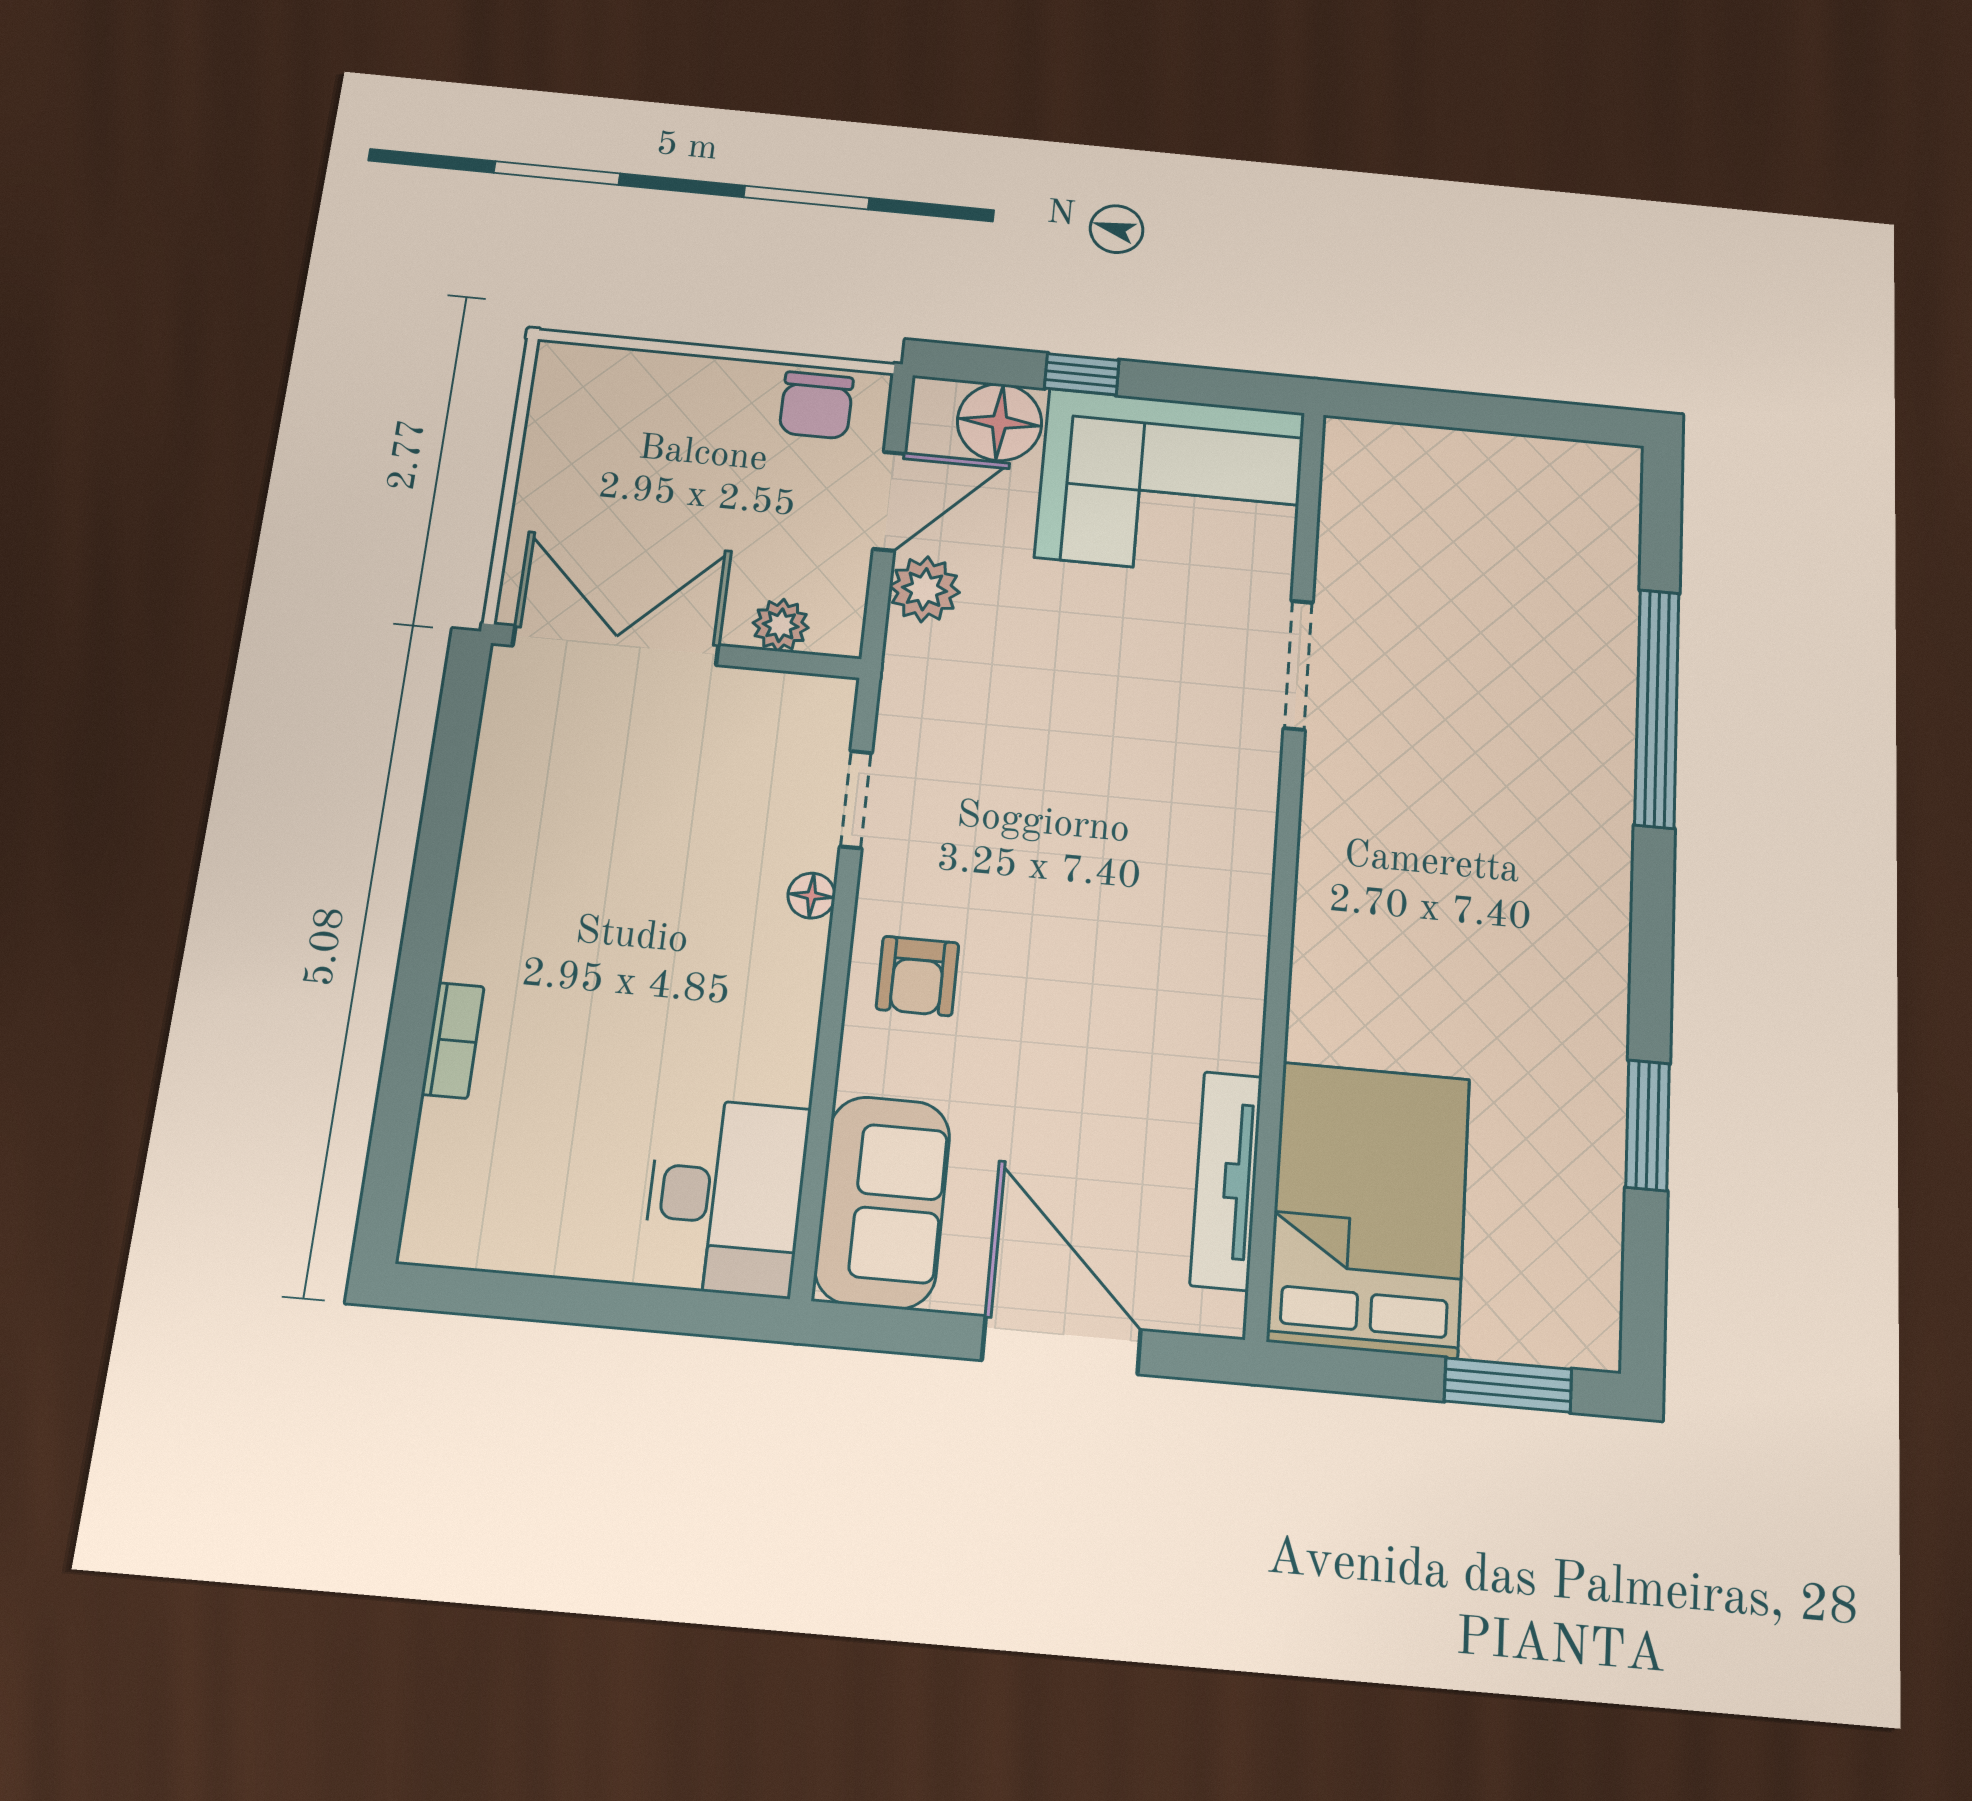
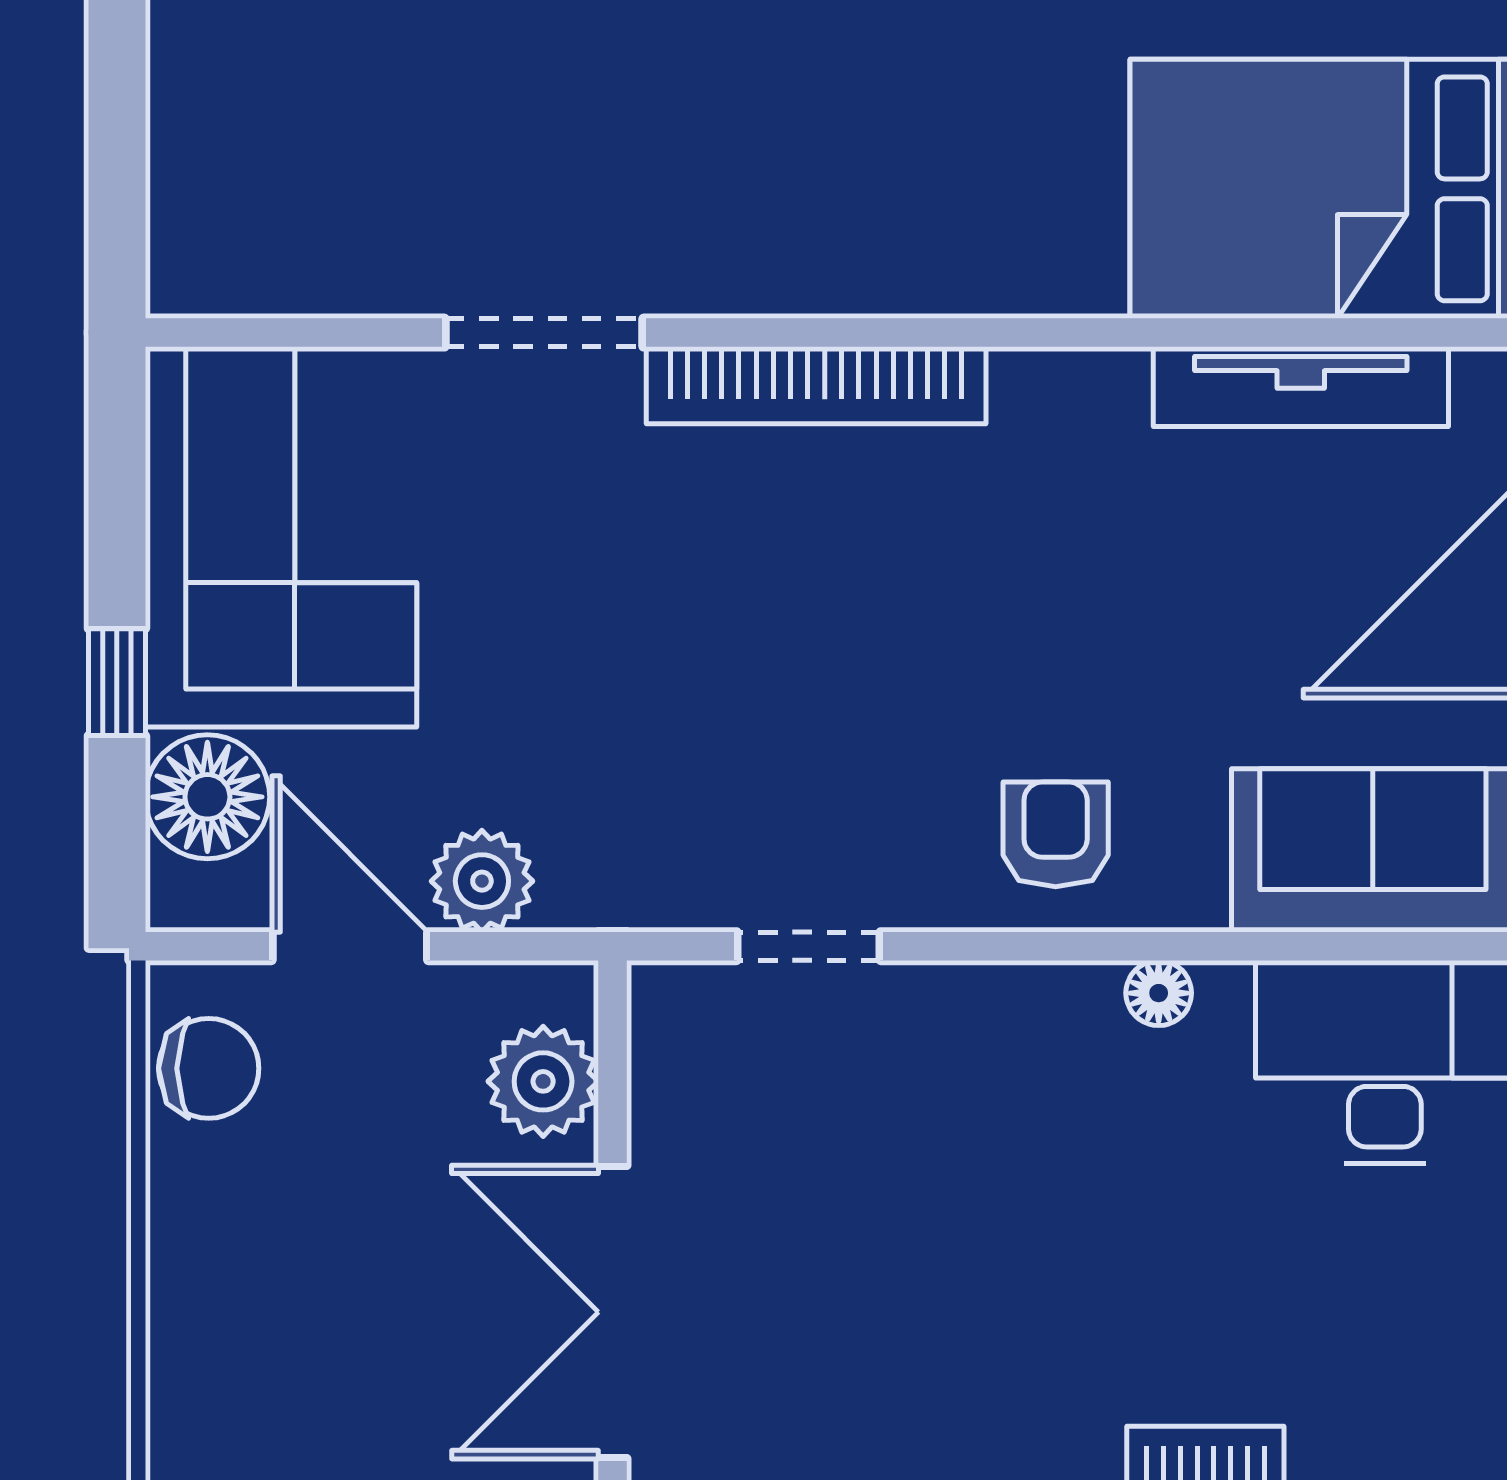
plant: (781, 625) -> (543, 1081), width x1.38, depth x1.38
bookcase: (1250, 841) -> (816, 385), added
floor lamp: (812, 896) -> (1159, 993), moved
armchair: (917, 976) -> (1056, 834), turned -90

